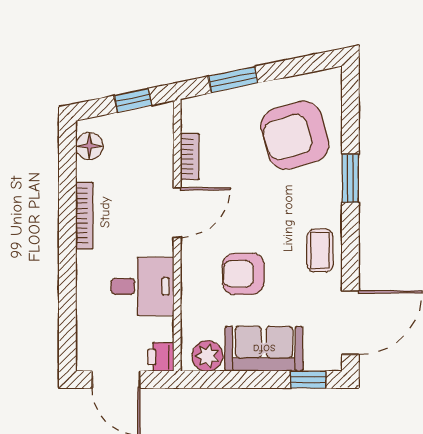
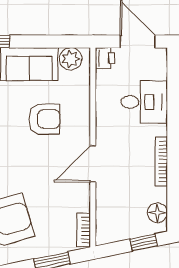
window: (133, 100) -> (144, 242), moved
bookcase: (190, 157) -> (84, 230), moved
desk: (142, 286) -> (144, 102), moved, turned 180

